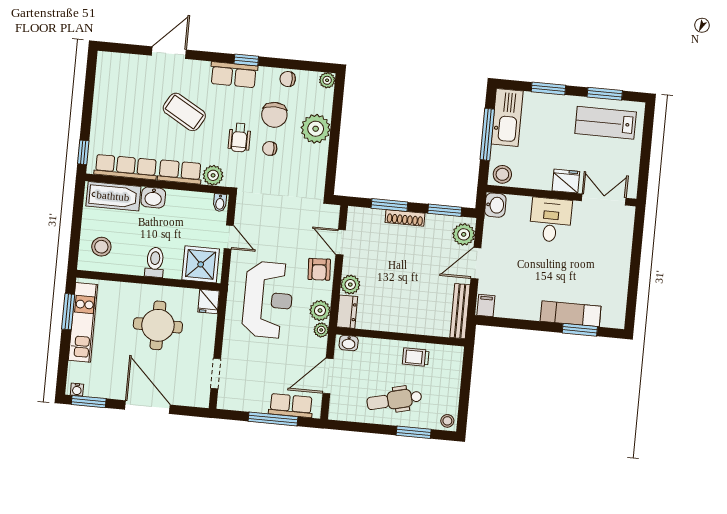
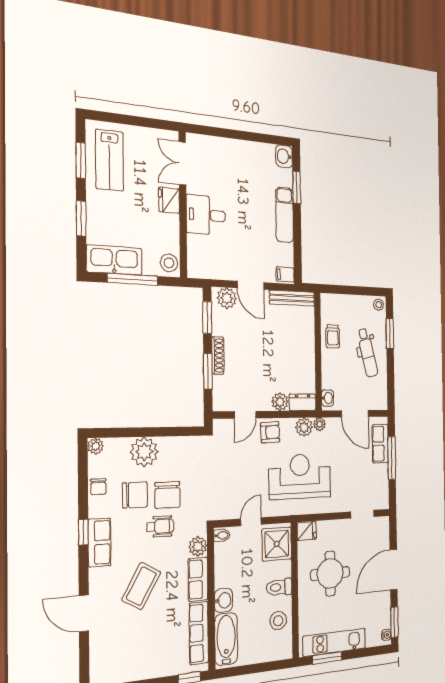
chair: (270, 148) -> (168, 495), width x1.87, depth x1.87
washbasin: (495, 205) -> (284, 156), moved, turned -90
stool: (101, 247) -> (278, 621), moved
exam couch: (571, 314) -> (285, 215), moved

